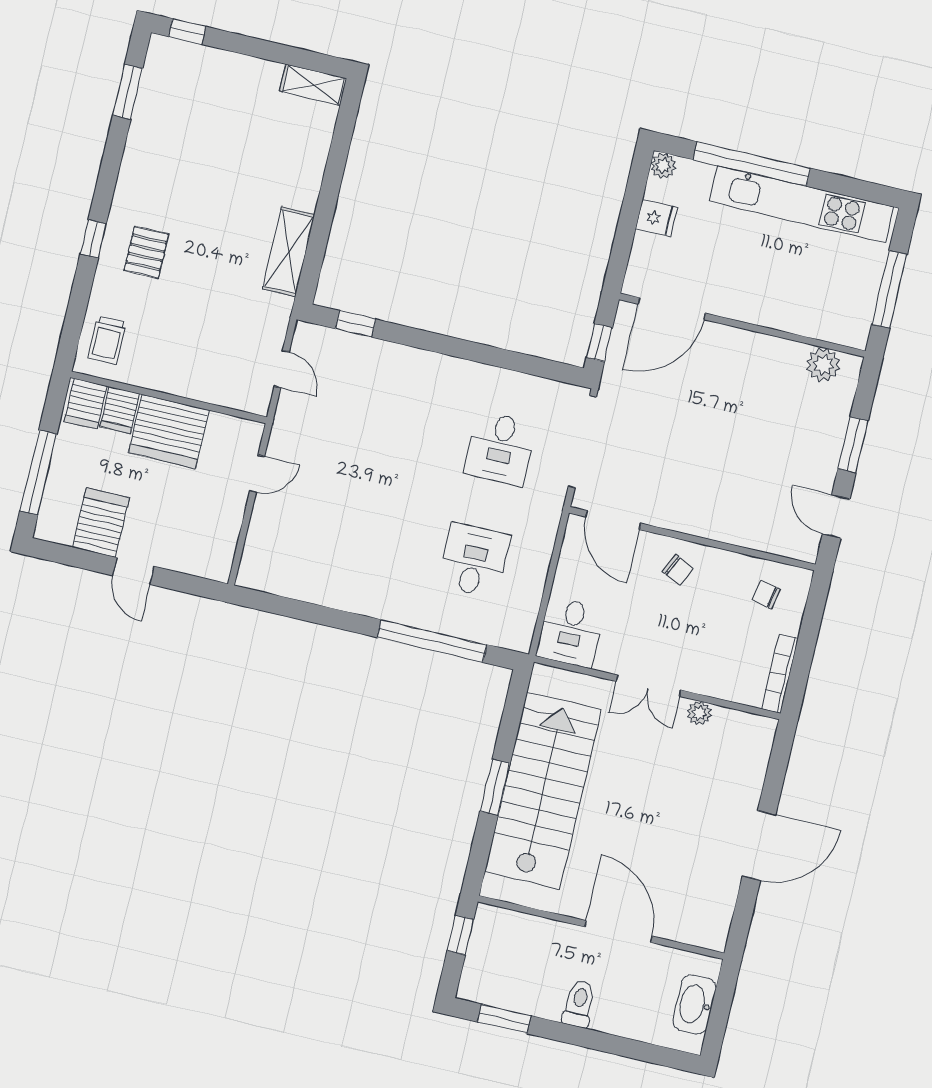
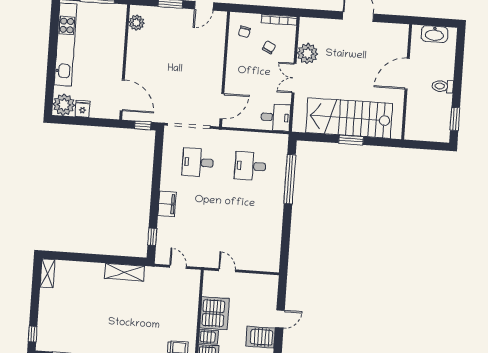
window: (752, 164) -> (51, 70), removed
plant: (663, 166) -> (64, 105), width x1.88, depth x1.88
pallet: (146, 252) -> (135, 336), removed
filing cabinet: (422, 367) -> (167, 204), added
door: (282, 369) -> (178, 267), hinge flipped
desk: (500, 448) -> (198, 162), turned 180
chair: (678, 570) -> (269, 47), moved
double door: (649, 686) -> (294, 78), swing flipped
plant: (699, 713) -> (308, 54), width x1.88, depth x1.88
window: (460, 935) -> (420, 145), removed

